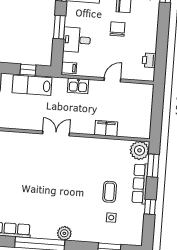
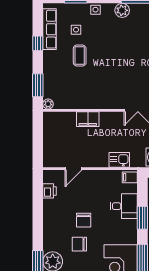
door: (112, 80) -> (73, 169), moved
plant: (139, 150) -> (48, 104), width x0.53, depth x0.53
row of seats: (140, 184) -> (50, 29), moved
side table: (91, 236) -> (95, 10), added

